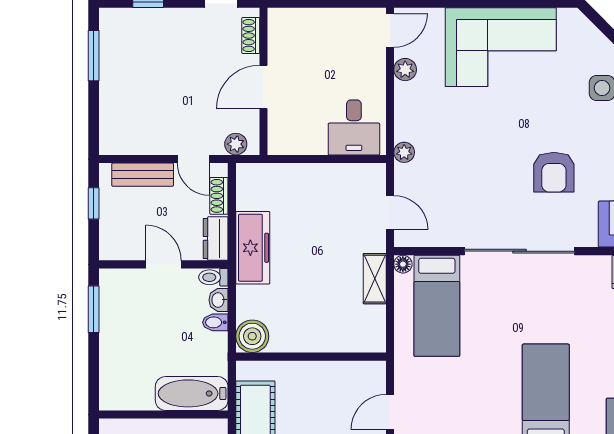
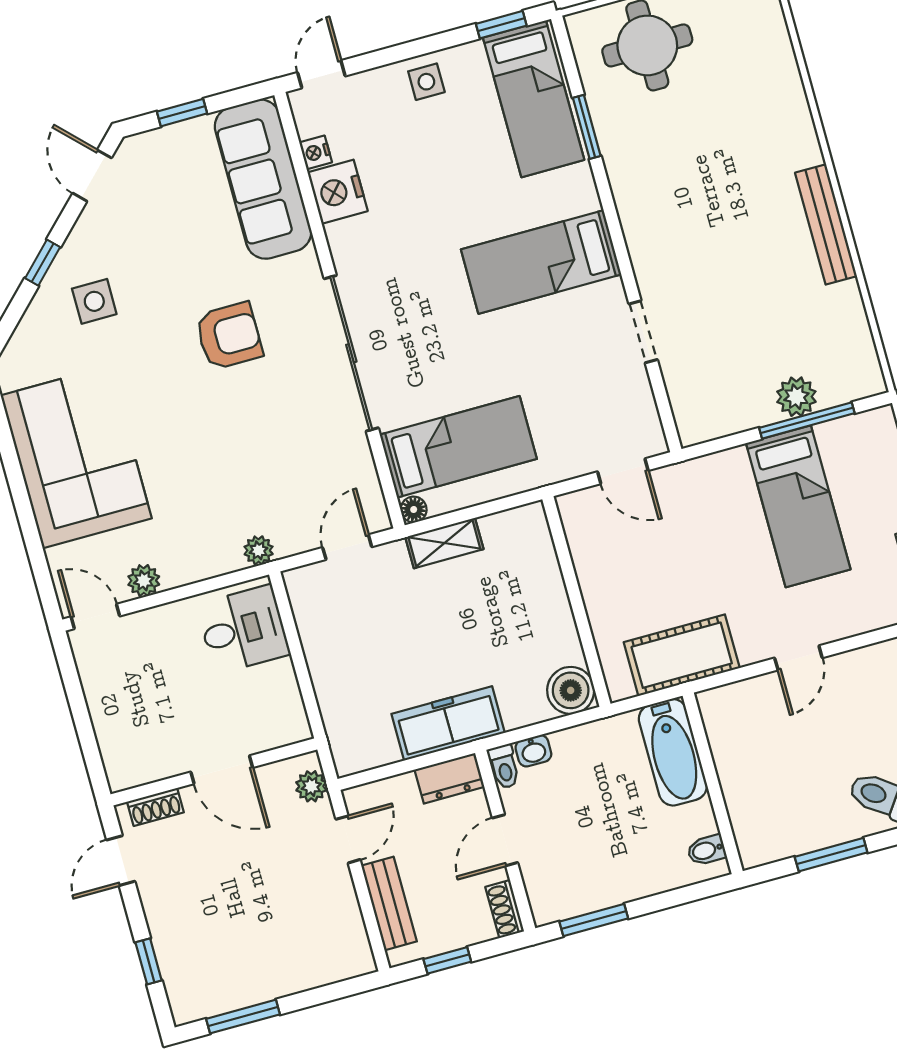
shoe rack: (219, 196) -> (505, 909), moved, turned 90
bidet: (215, 322) -> (706, 850), moved, turned 90

